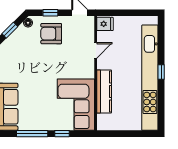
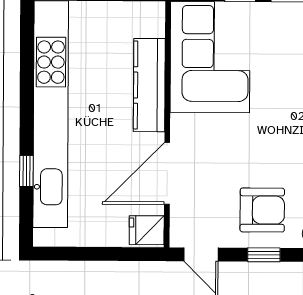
door: (96, 50) -> (167, 173), width x1.87
window: (161, 72) -> (26, 171), moved

